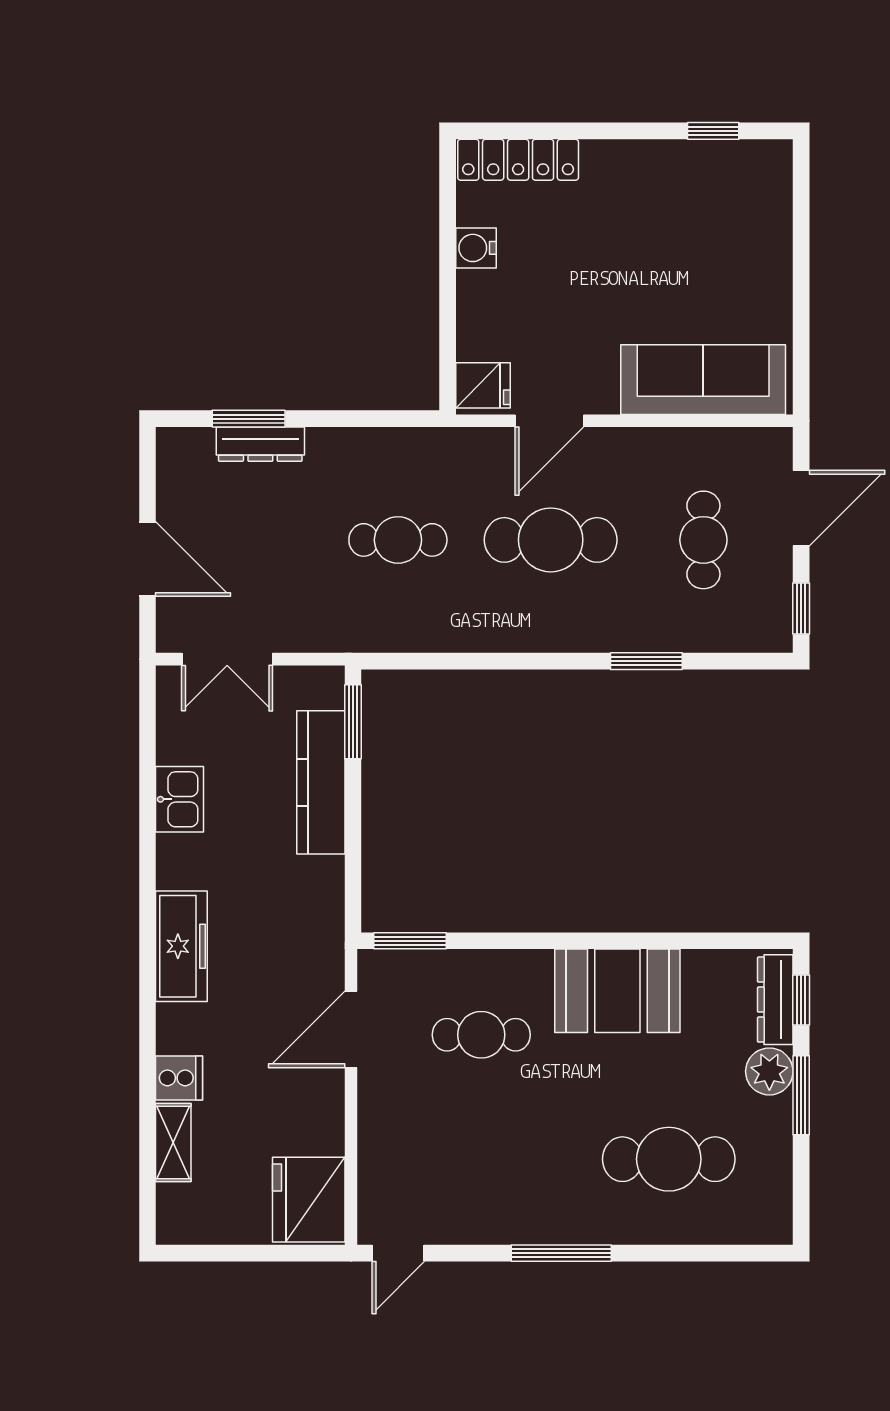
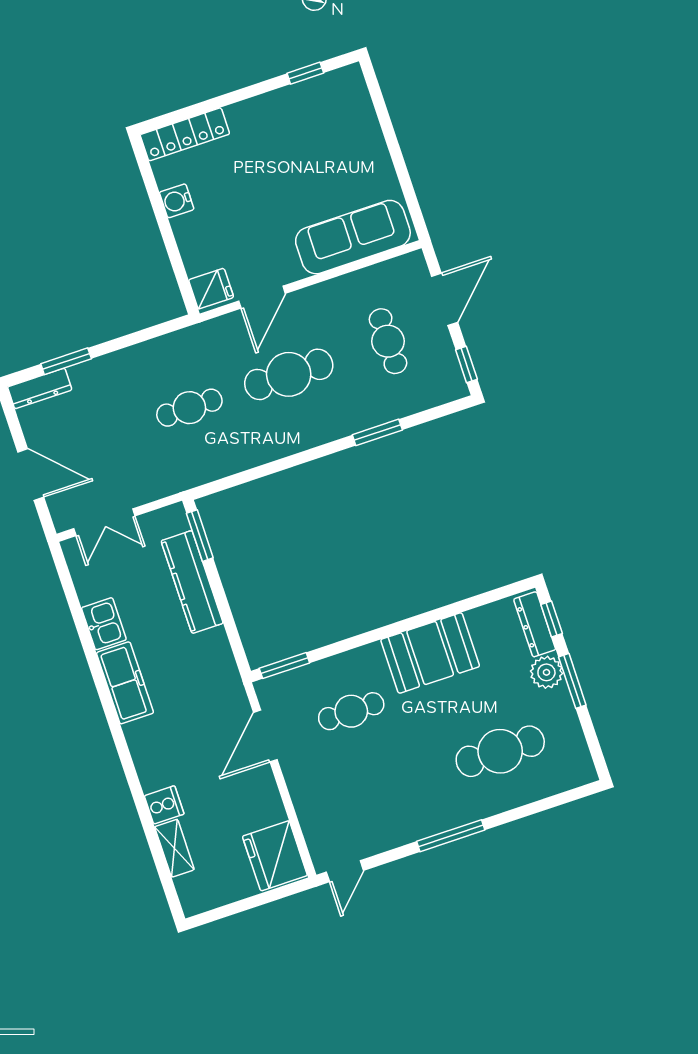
dresser: (260, 444) -> (40, 388), moved
freezer: (181, 946) -> (125, 683), moved

